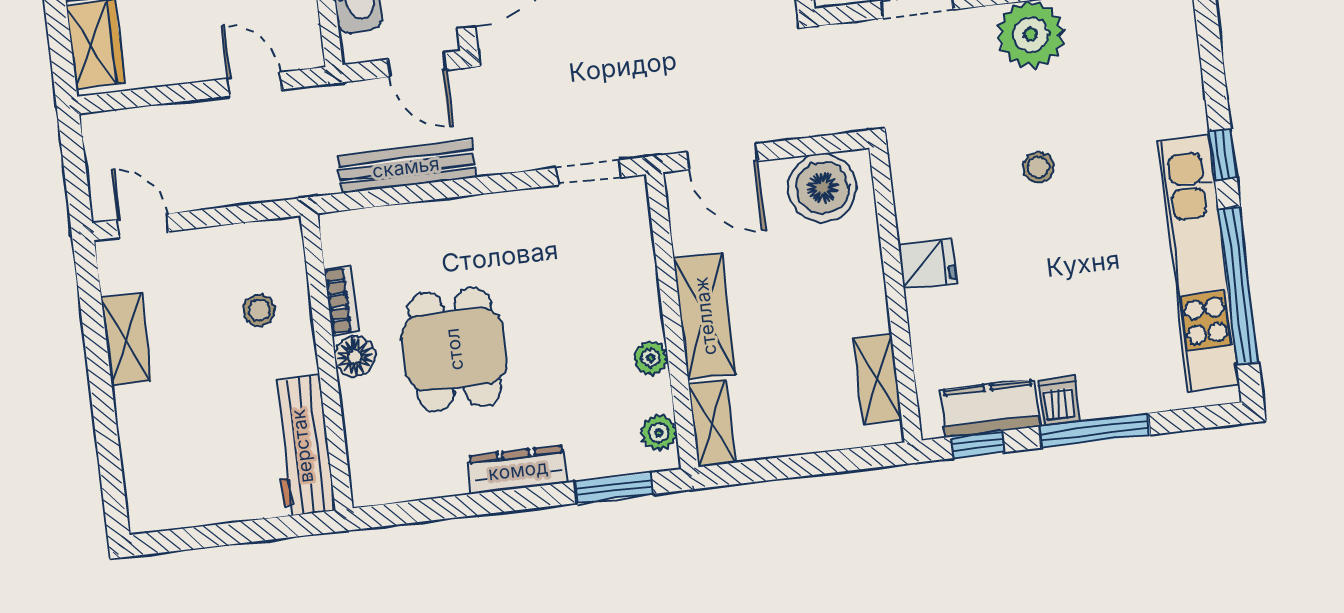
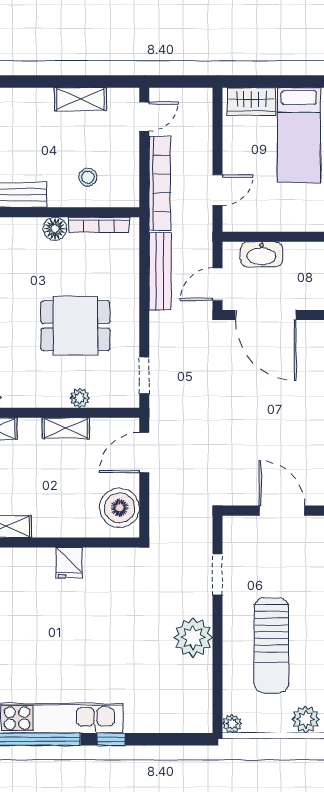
stool: (1038, 168) -> (116, 633), removed
bookcase: (255, 185) -> (160, 183), added
bookcase: (341, 301) -> (99, 225), width x1.56
shelving: (705, 316) -> (66, 428), width x0.67, depth x0.75
dining table: (454, 349) -> (75, 326), moved
plant: (651, 358) -> (80, 398), moved

